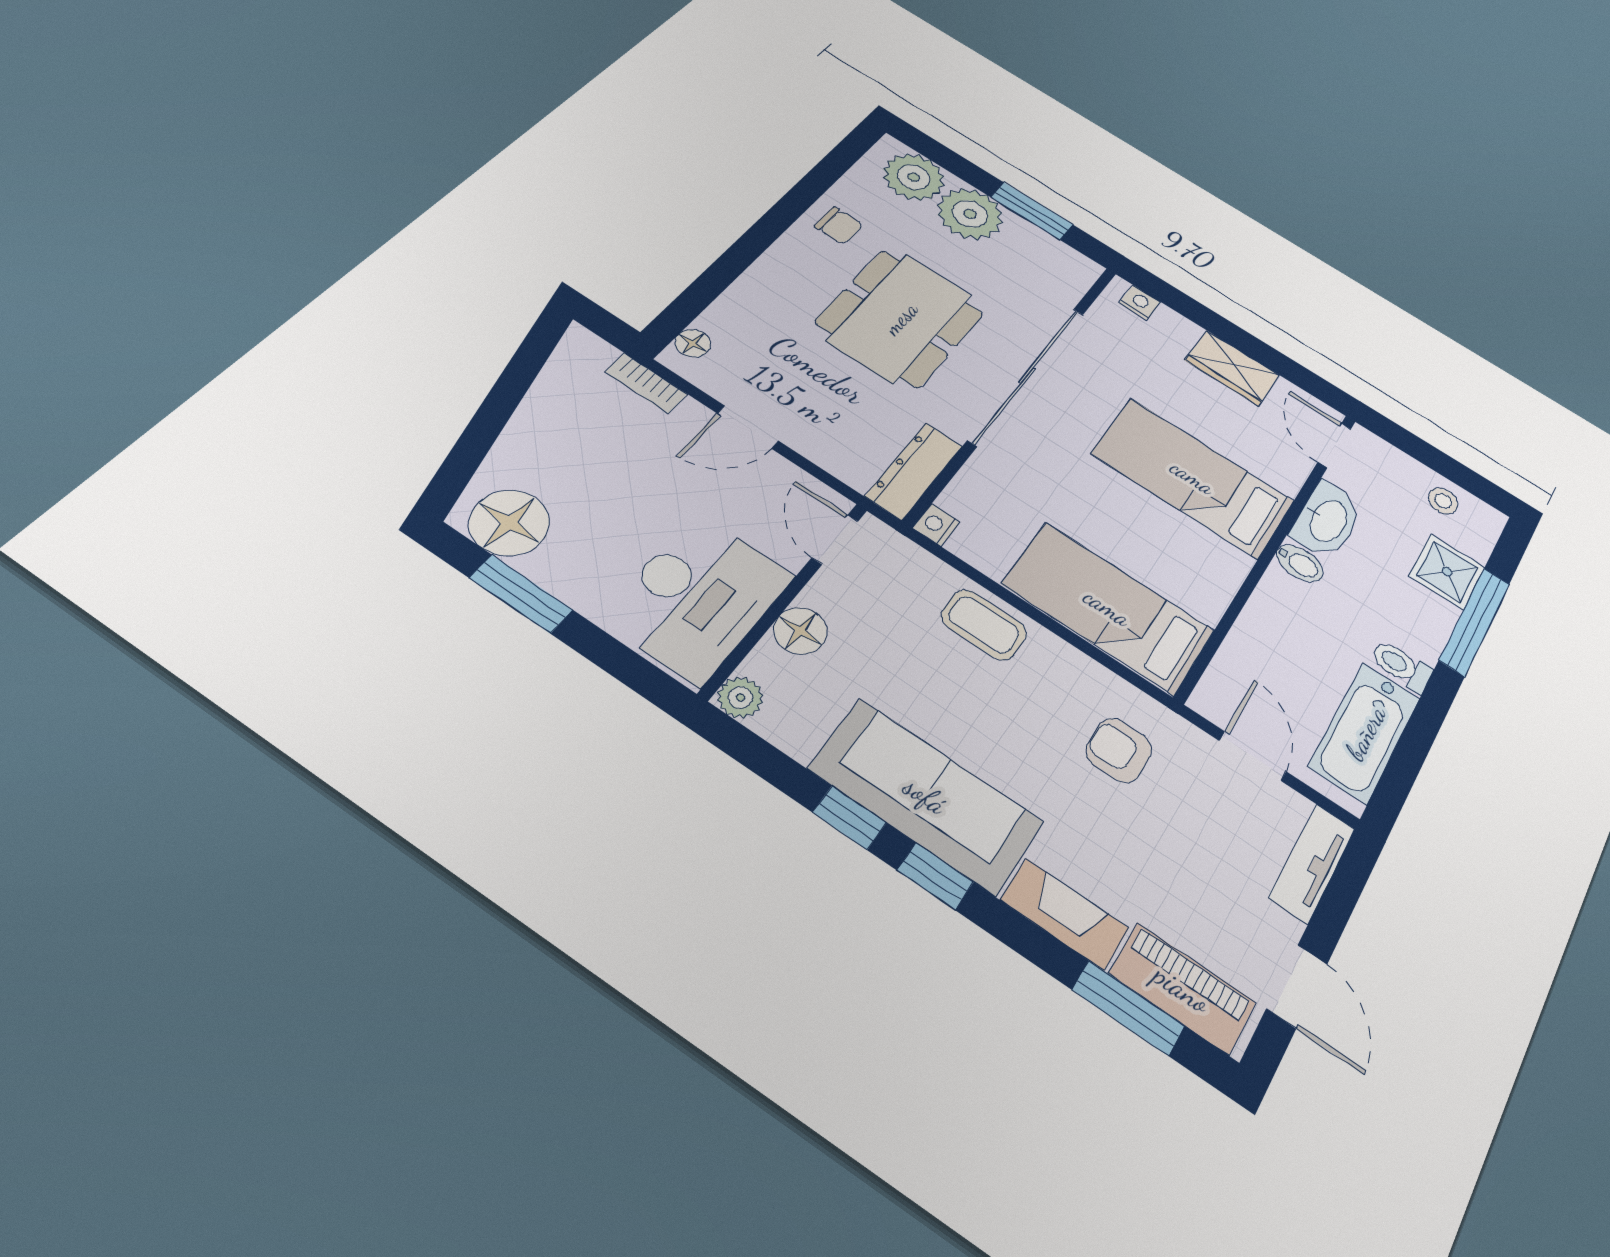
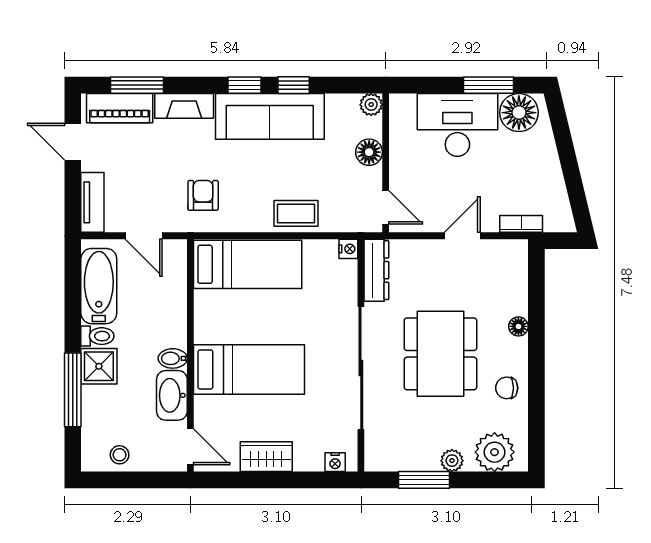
plant: (970, 214) -> (452, 461), width x0.53, depth x0.53
floor lamp: (693, 343) -> (518, 326), moved
shower: (1447, 572) -> (99, 366), moved
desk: (698, 597) -> (457, 125), moved, turned 90
armchair: (1119, 750) -> (203, 195), turned -90

